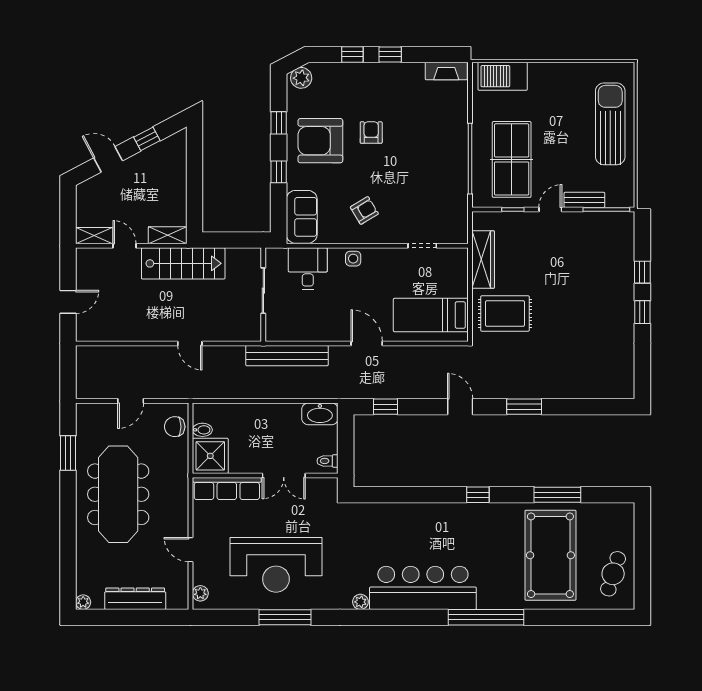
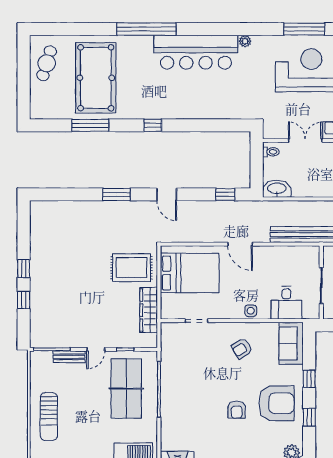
sun lounger: (610, 124) -> (49, 417), width x0.73, depth x0.75
bed: (431, 315) -> (190, 273), width x1.50

